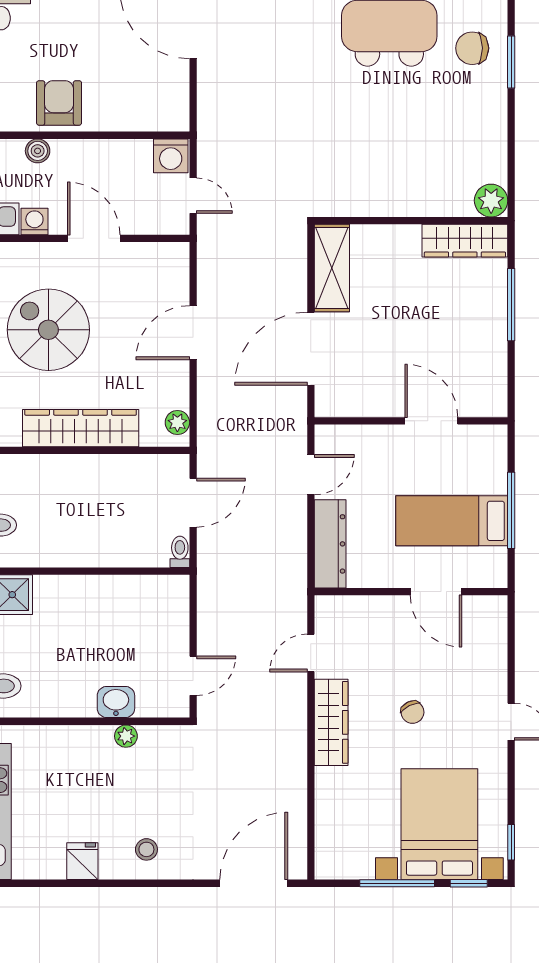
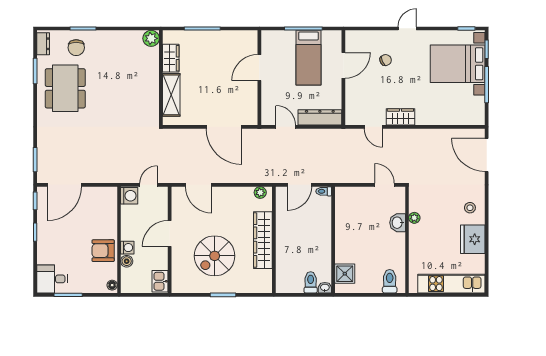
washing machine: (34, 221) -> (127, 248), moved, turned 180
wardrobe: (465, 241) -> (171, 58), width x0.67
shelving: (332, 268) -> (171, 95), moved, turned 90
door: (193, 333) -> (199, 185), moved
door: (193, 503) -> (300, 185), swing flipped
chair: (412, 712) -> (386, 60), moved
wardrobe: (331, 722) -> (400, 117), width x0.67
fridge: (82, 861) -> (473, 239), width x1.88, depth x1.34

